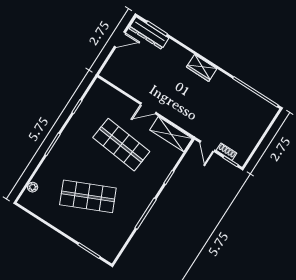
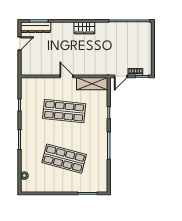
door: (148, 108) -> (67, 76), swing flipped
door: (207, 146) -> (121, 76), hinge flipped
shop shelf: (88, 196) -> (64, 159), turned 39

